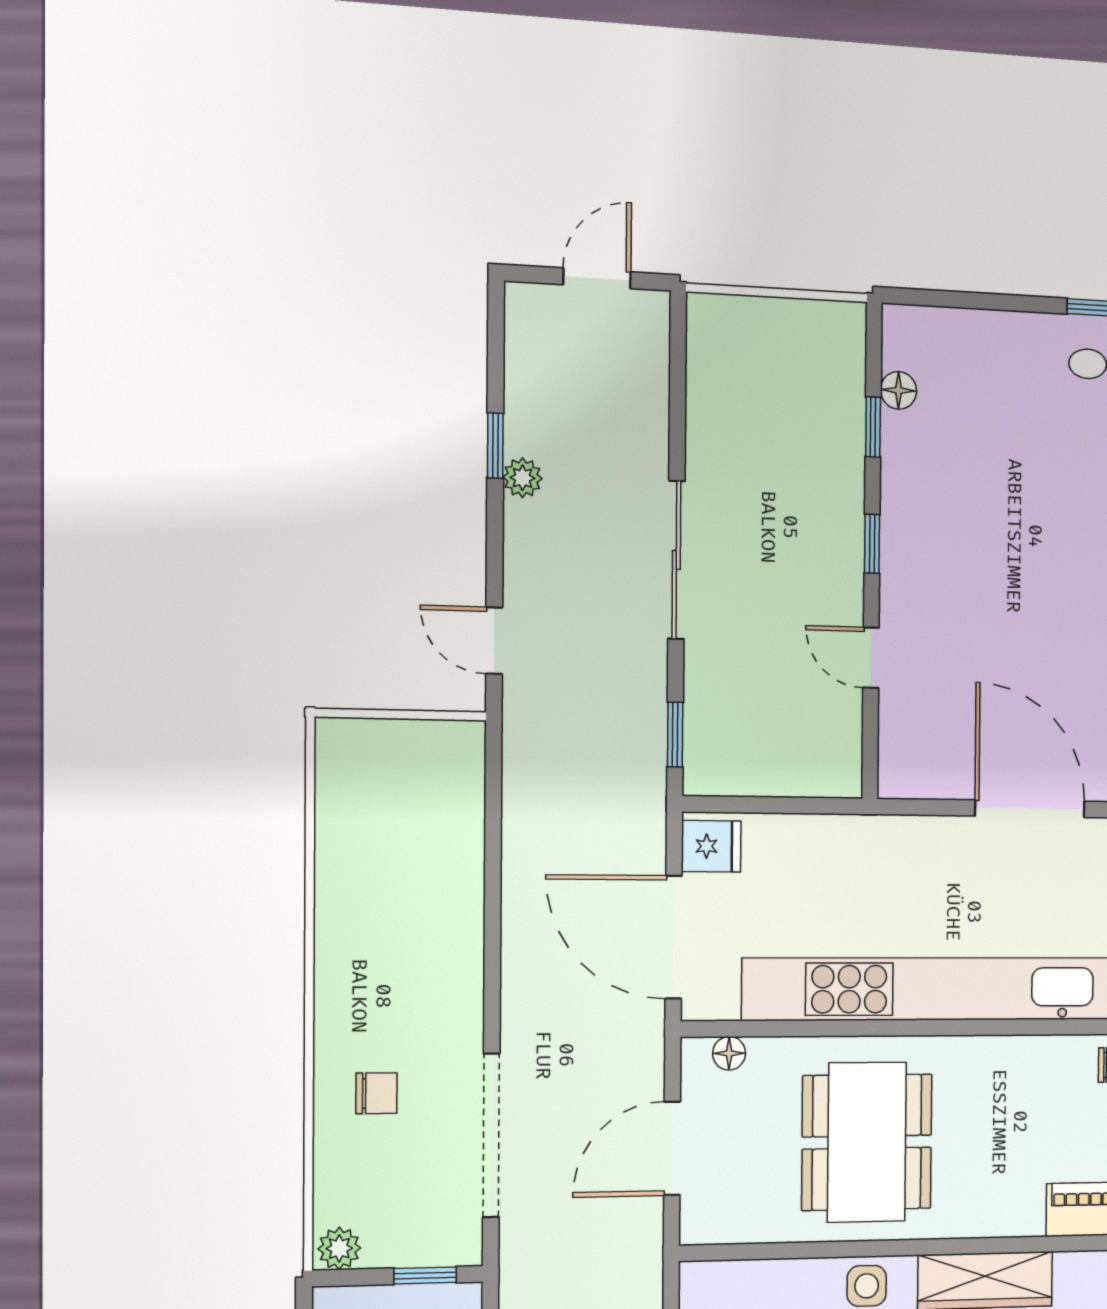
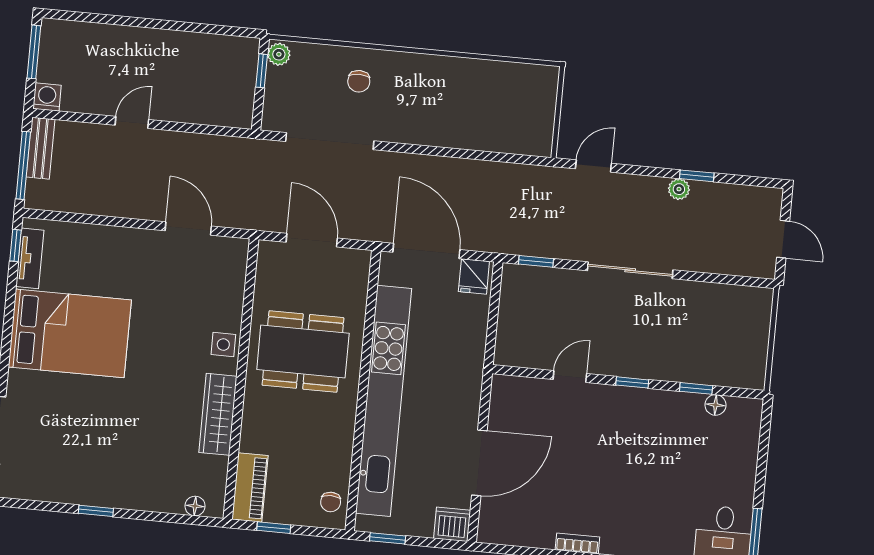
door: (674, 937) -> (426, 251), hinge flipped
floor lamp: (729, 1053) -> (360, 277), removed
window: (425, 1275) -> (262, 71), moved

